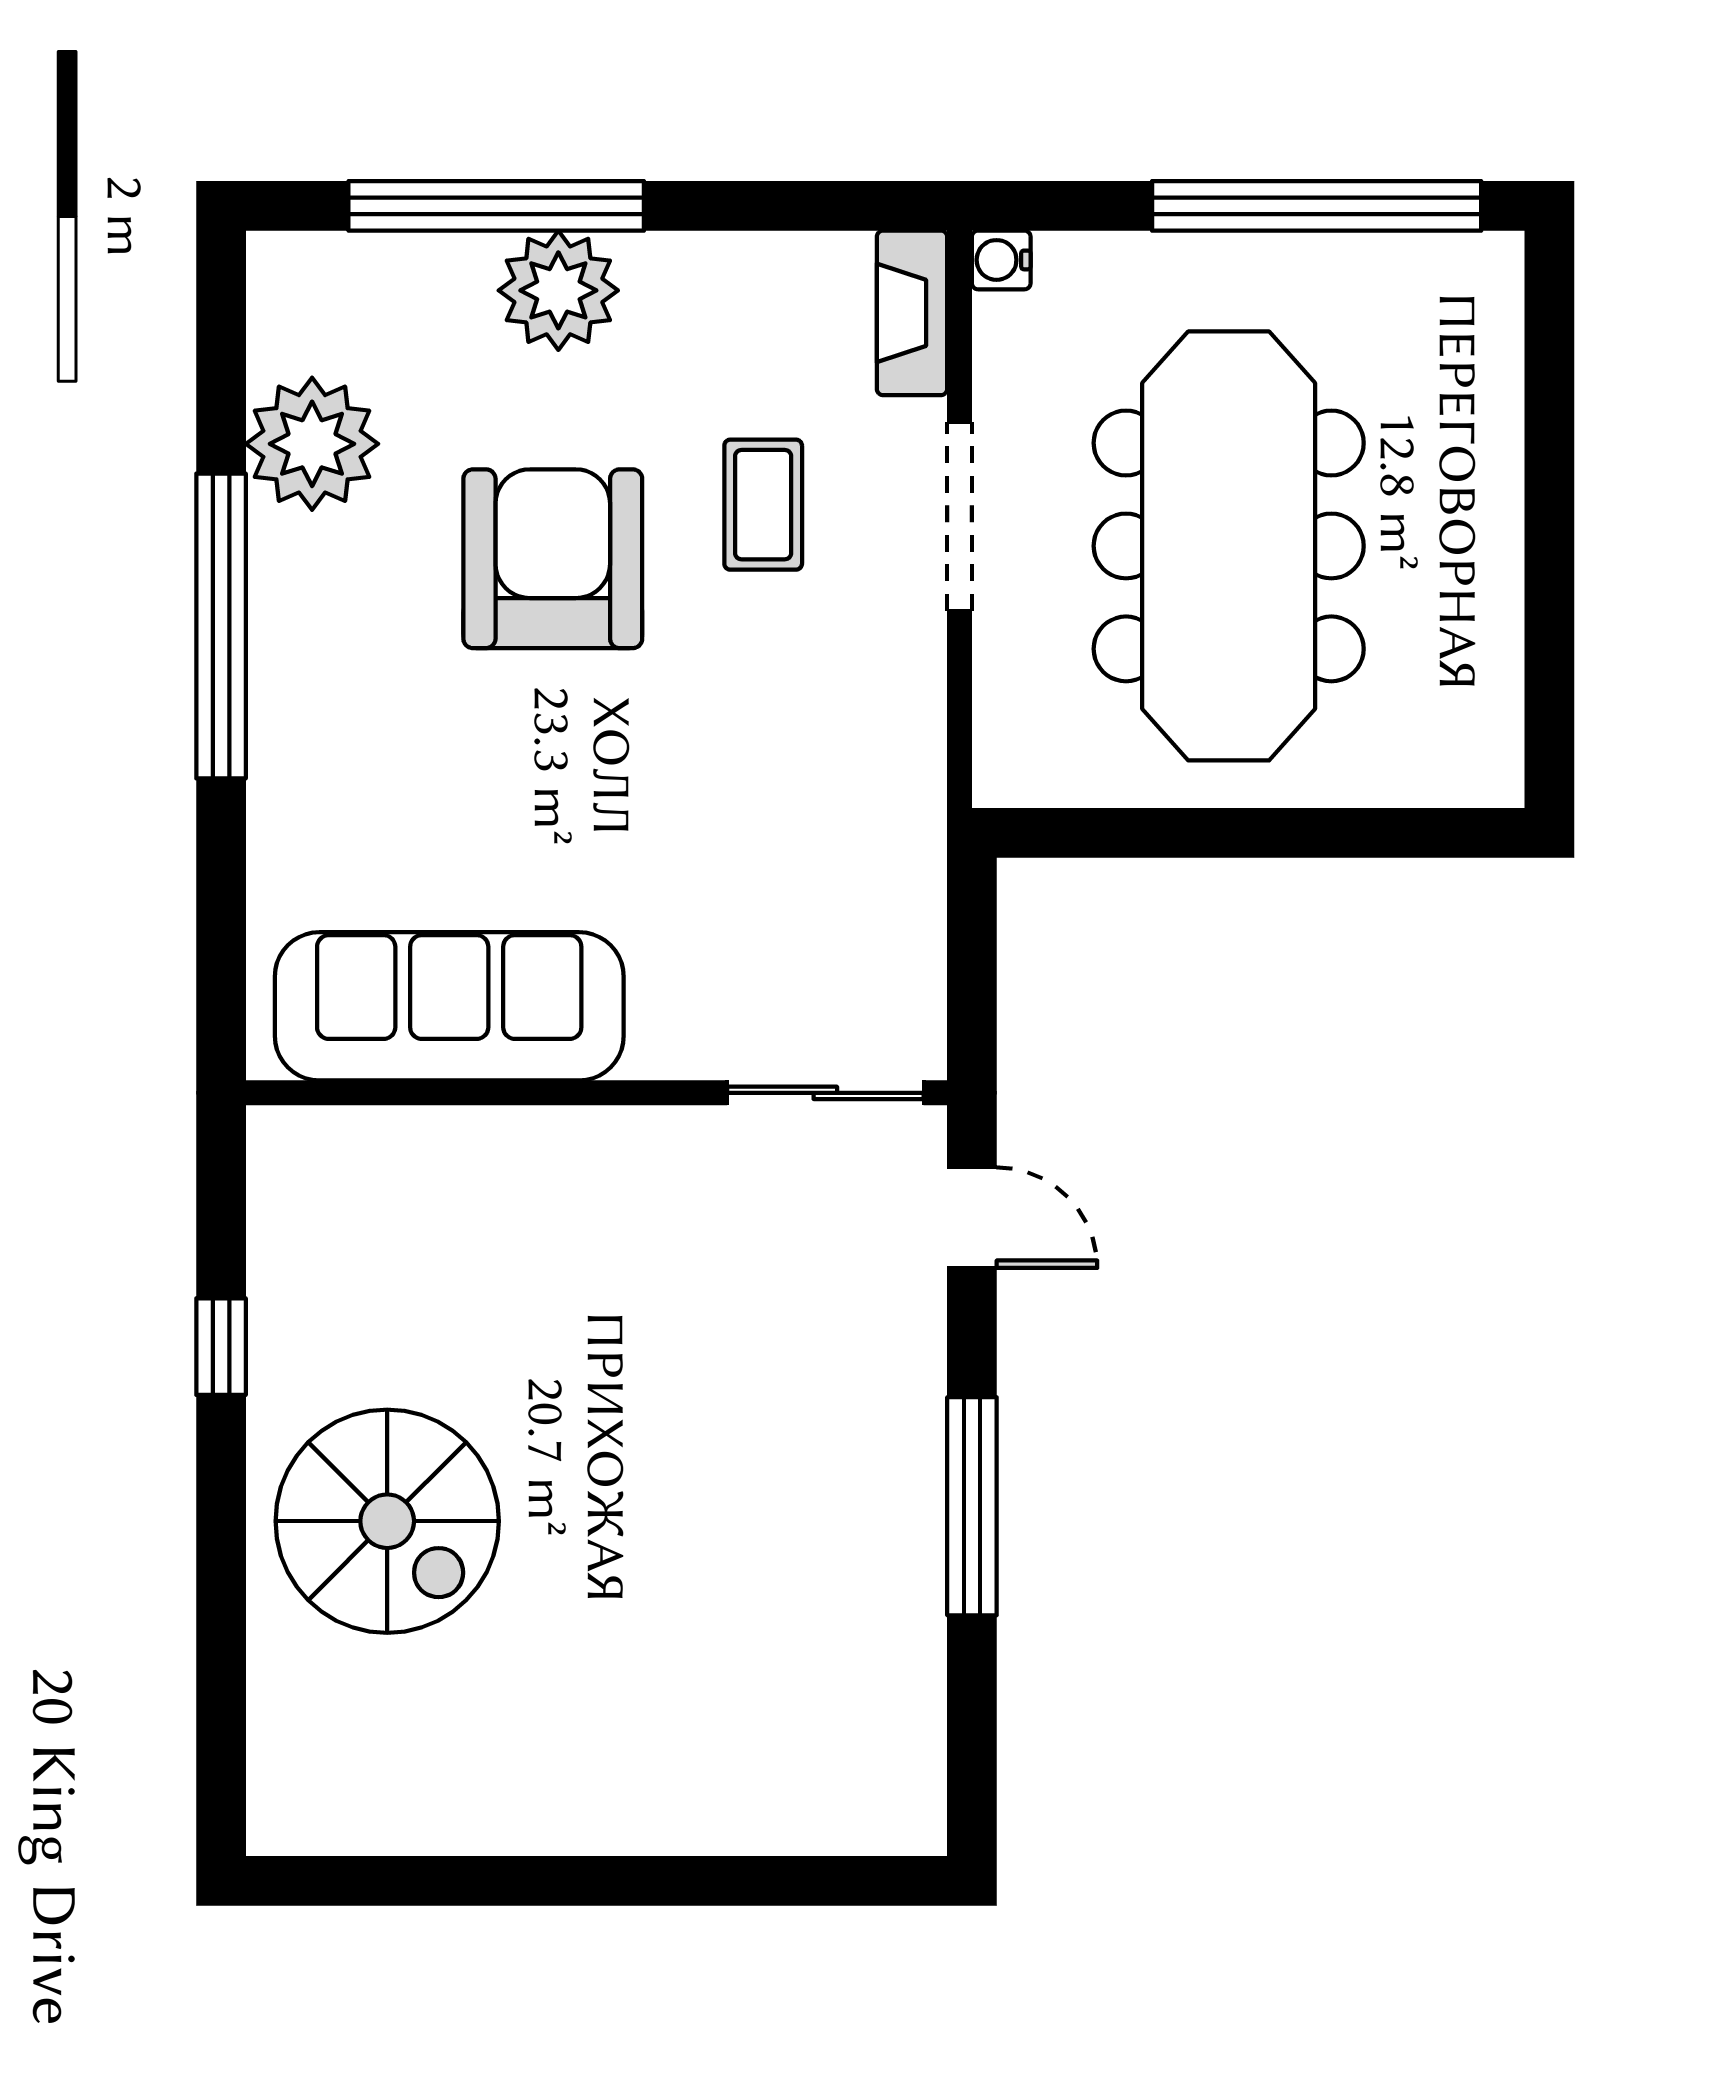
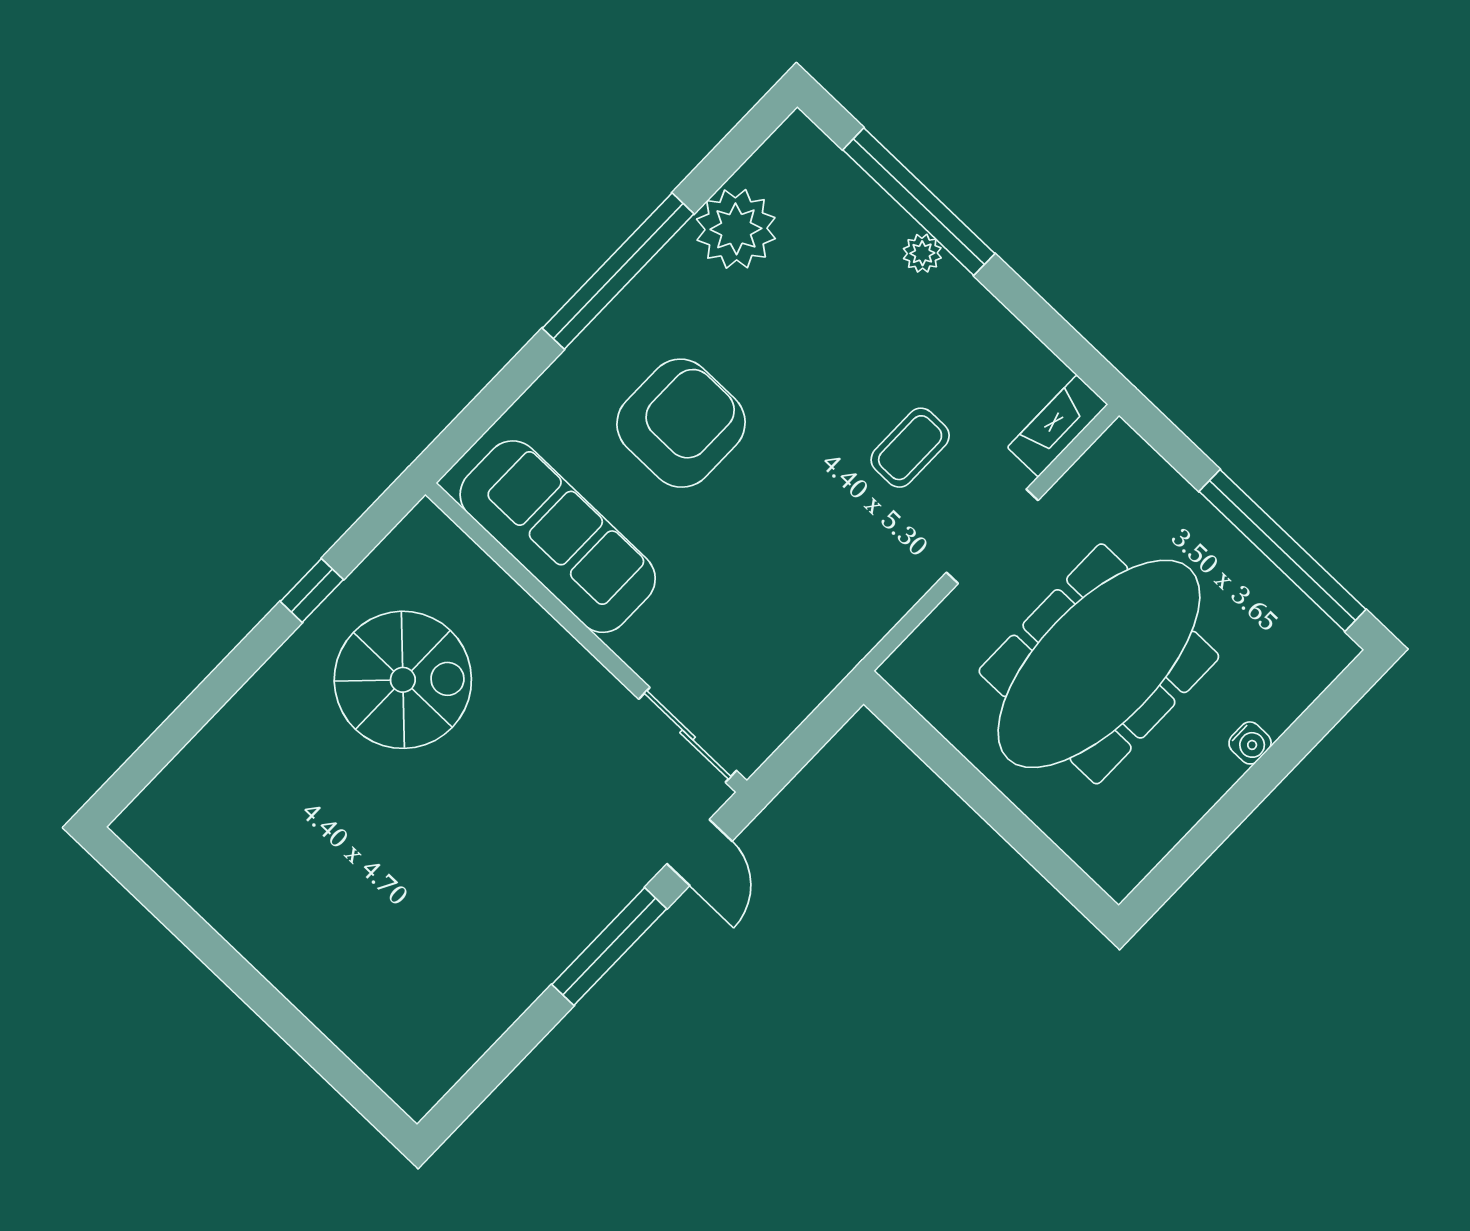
water cooler: (1001, 260) -> (1250, 743), moved, turned 180
plant: (558, 290) -> (922, 253), width x0.53, depth x0.53
armchair: (553, 559) -> (681, 423), moved
window: (972, 1506) -> (609, 947), moved
spiral stairs: (387, 1521) -> (403, 680), moved, turned -90

